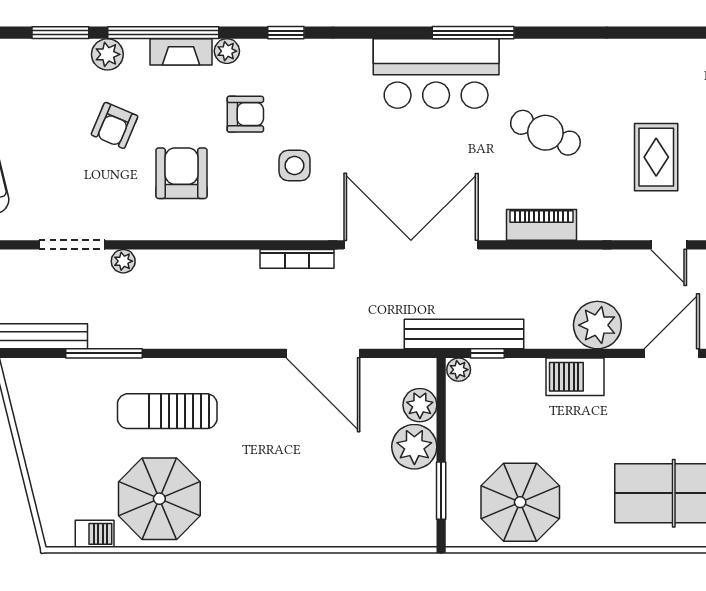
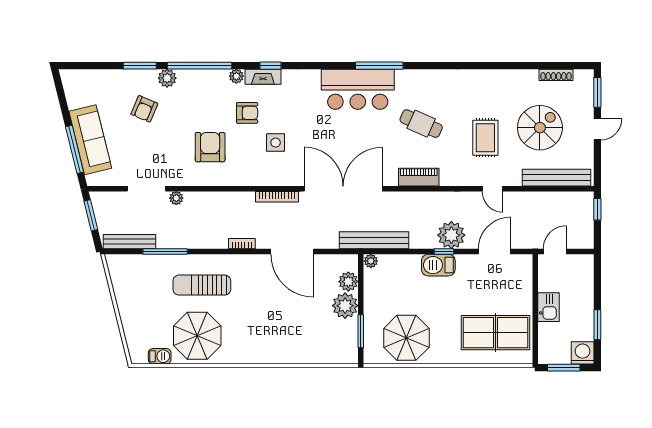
fireplace: (181, 52) -> (263, 77), moved
armchair: (115, 125) -> (144, 109), moved
bookcase: (236, 340) -> (242, 244), added
window: (487, 353) -> (444, 252), moved

